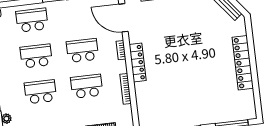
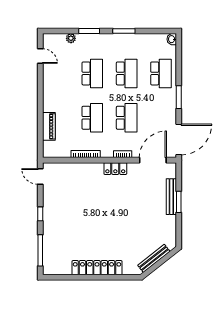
locker: (138, 62) -> (115, 169), width x0.66

